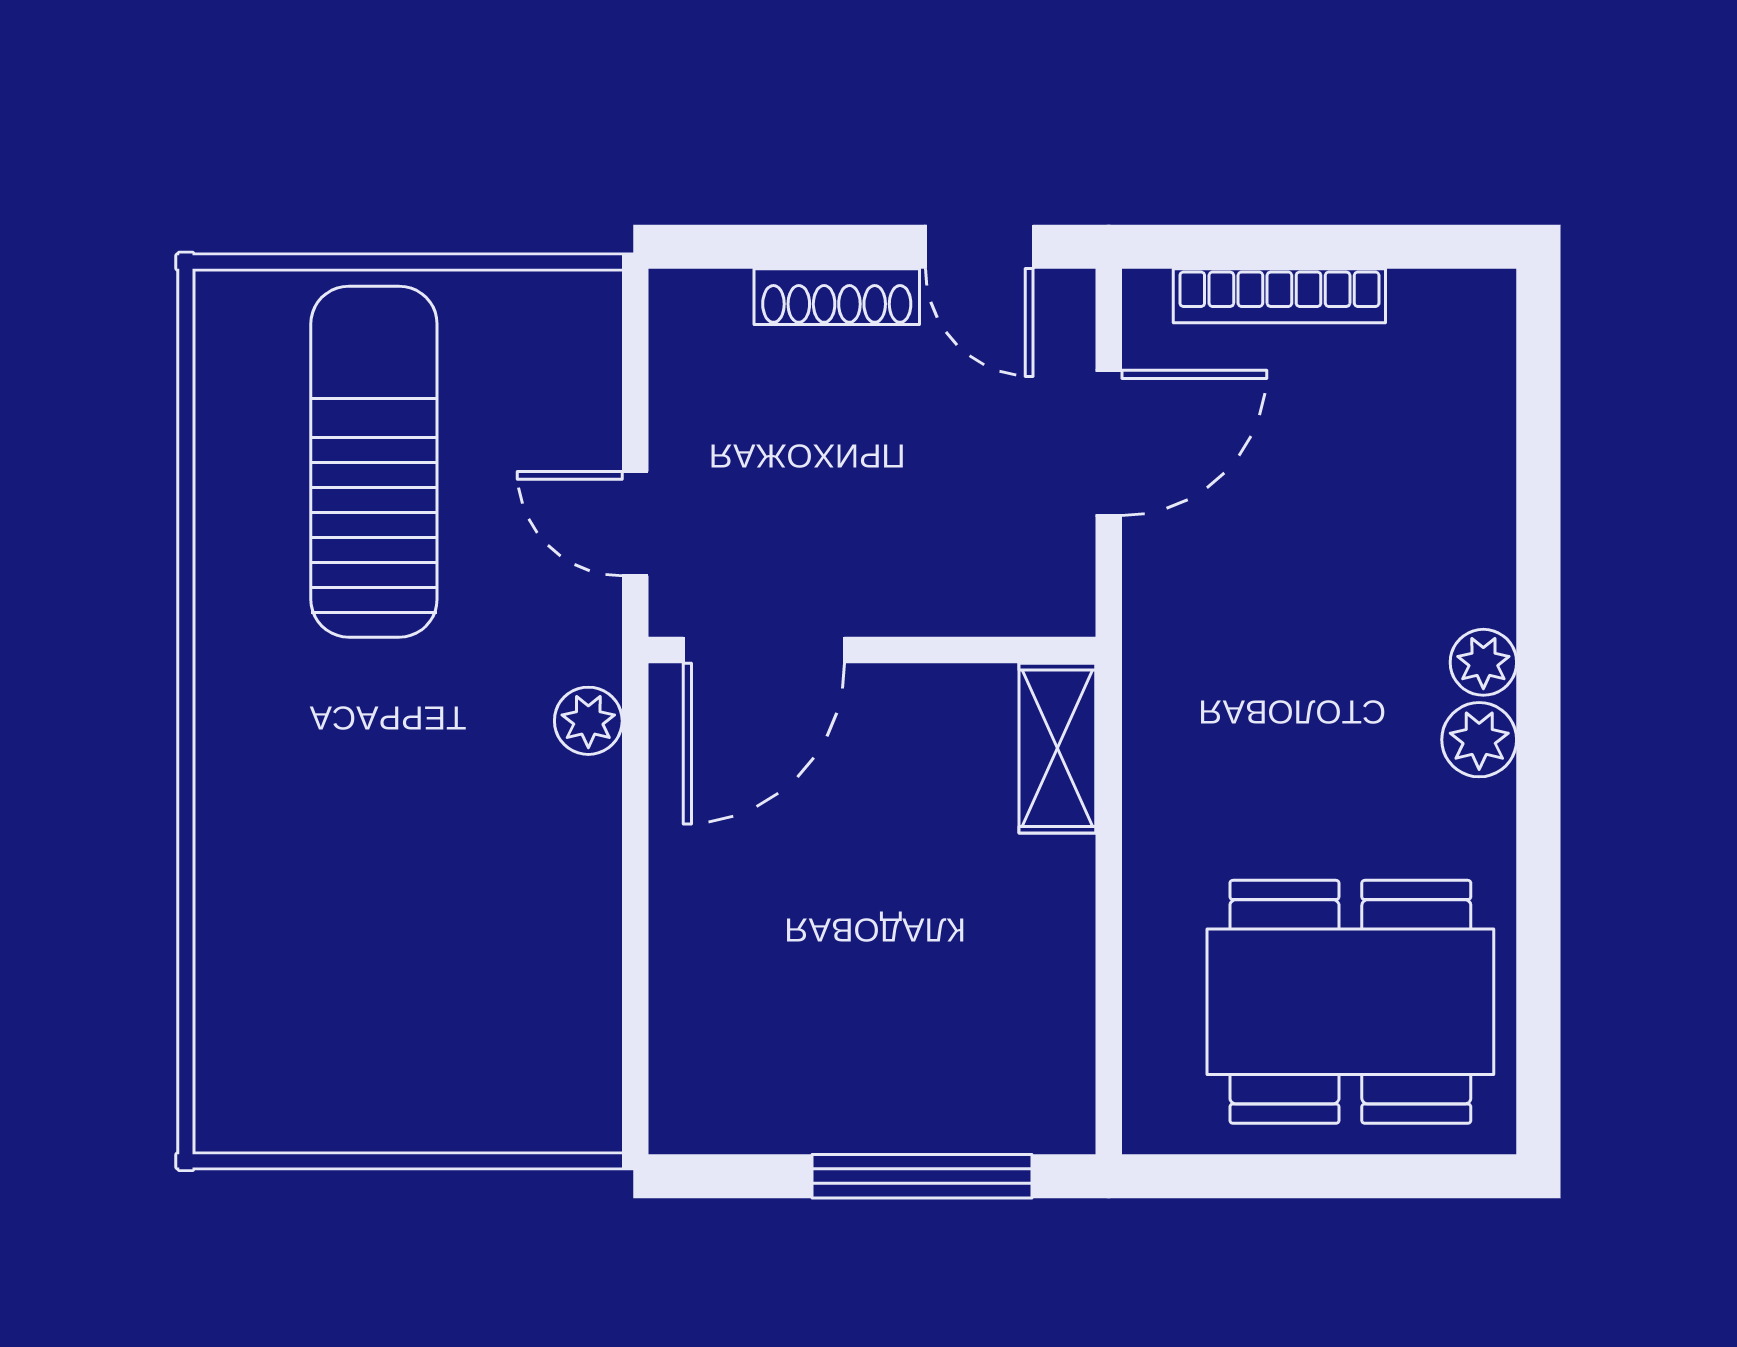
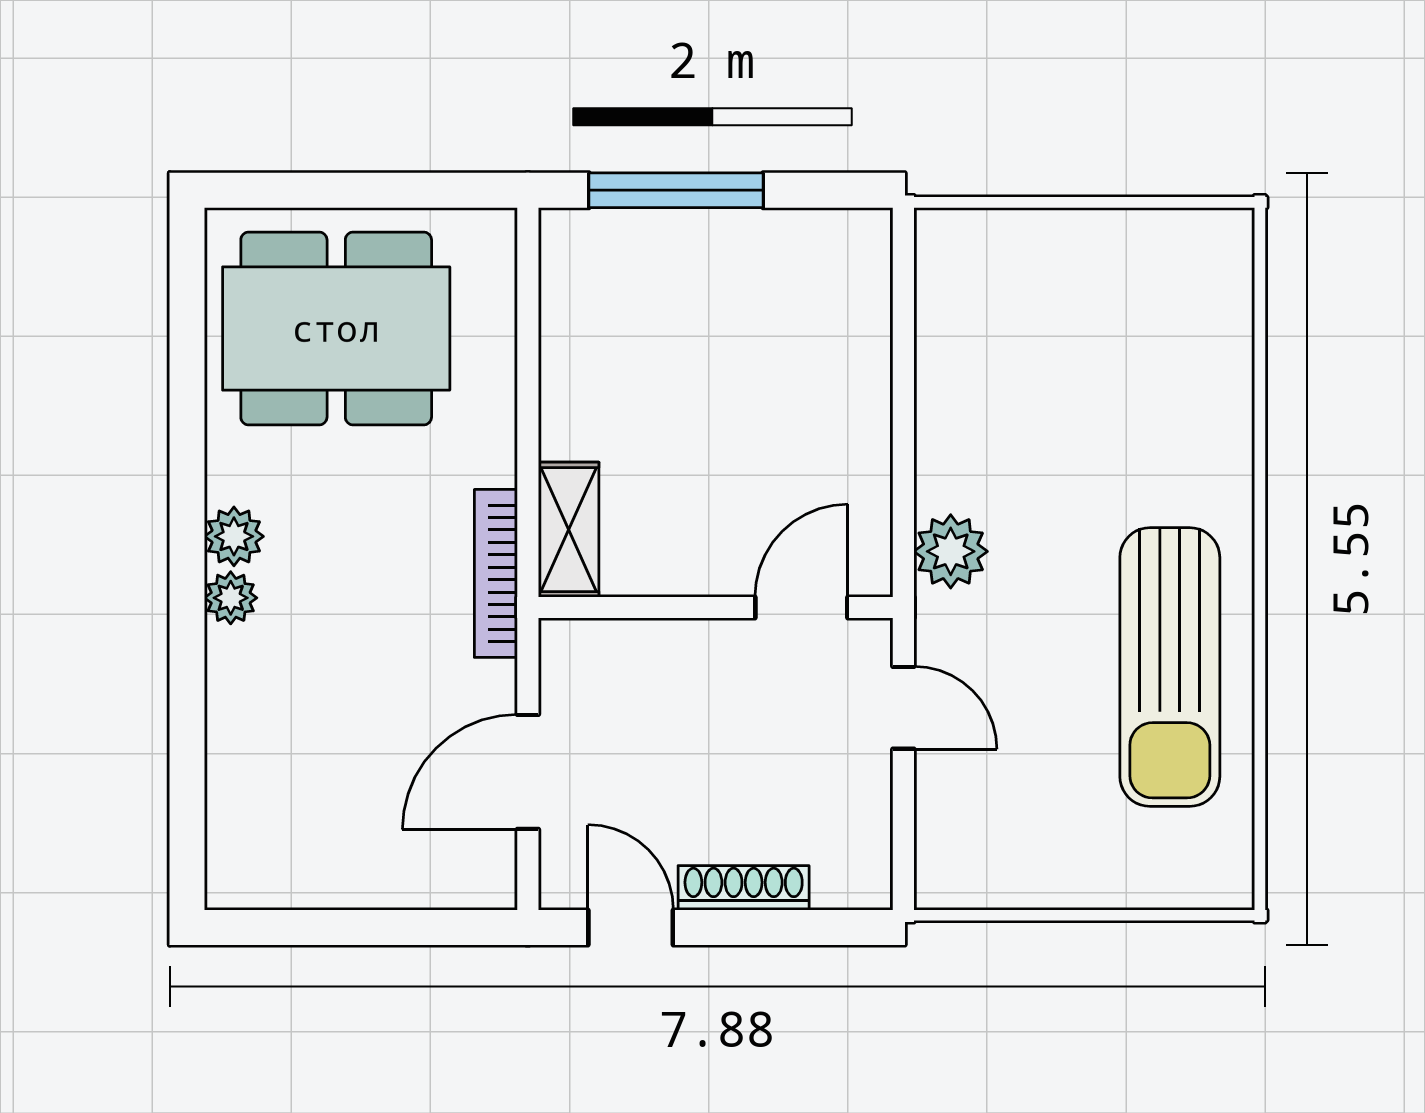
bookcase: (1279, 296) -> (496, 573), moved, turned -90
sun lounger: (374, 462) -> (1170, 667), moved
door: (764, 650) -> (801, 608), width x0.73
plant: (588, 721) -> (951, 551), width x1.38, depth x1.38

